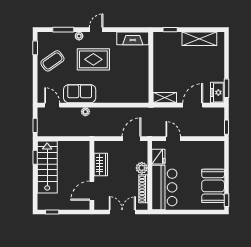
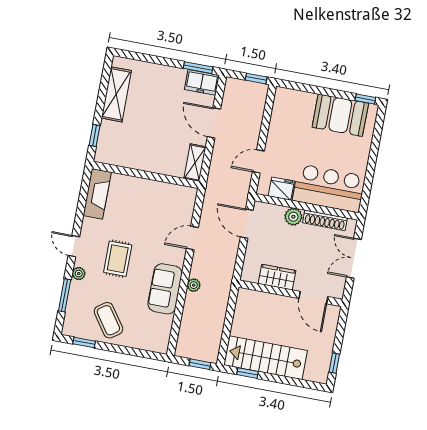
rug: (93, 59) -> (118, 259), width x0.73, depth x0.70
door: (52, 105) -> (192, 238), moved

